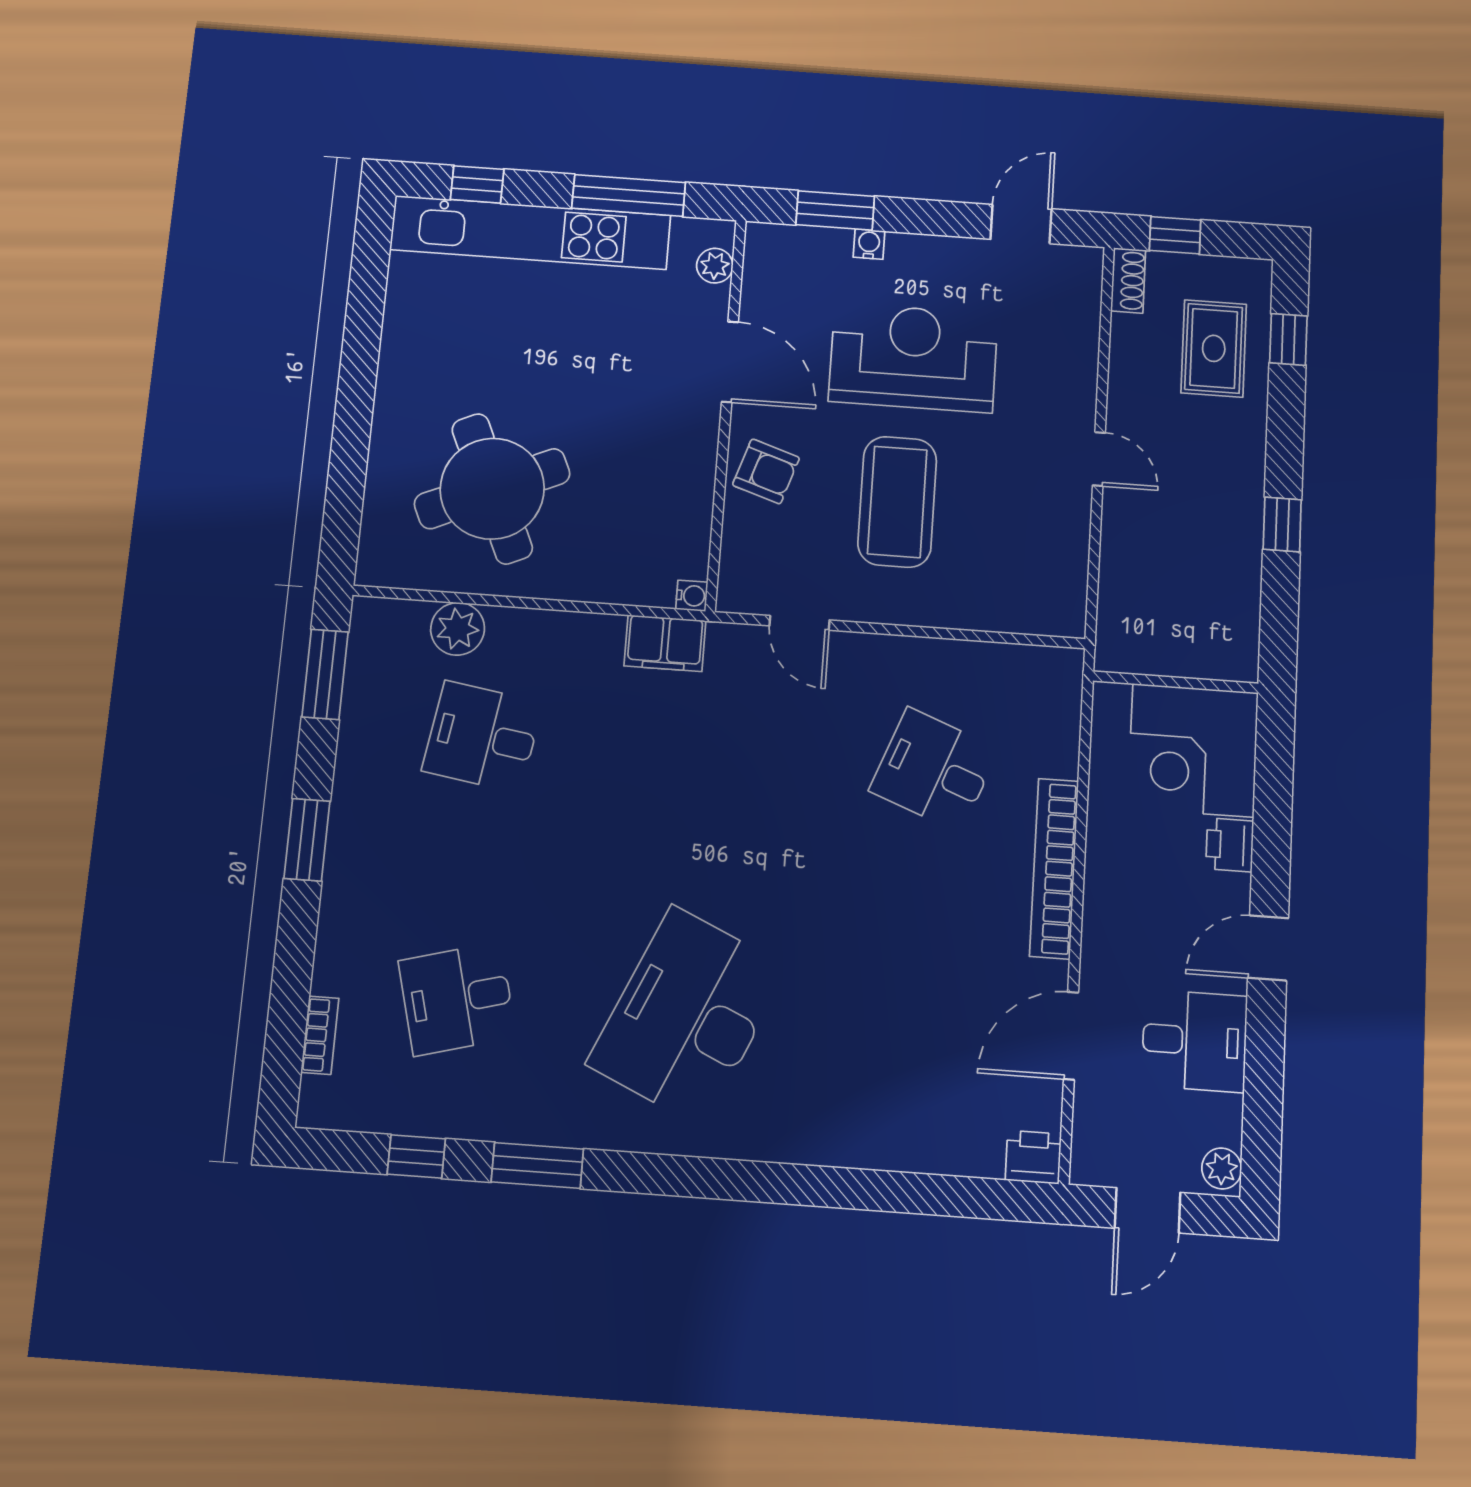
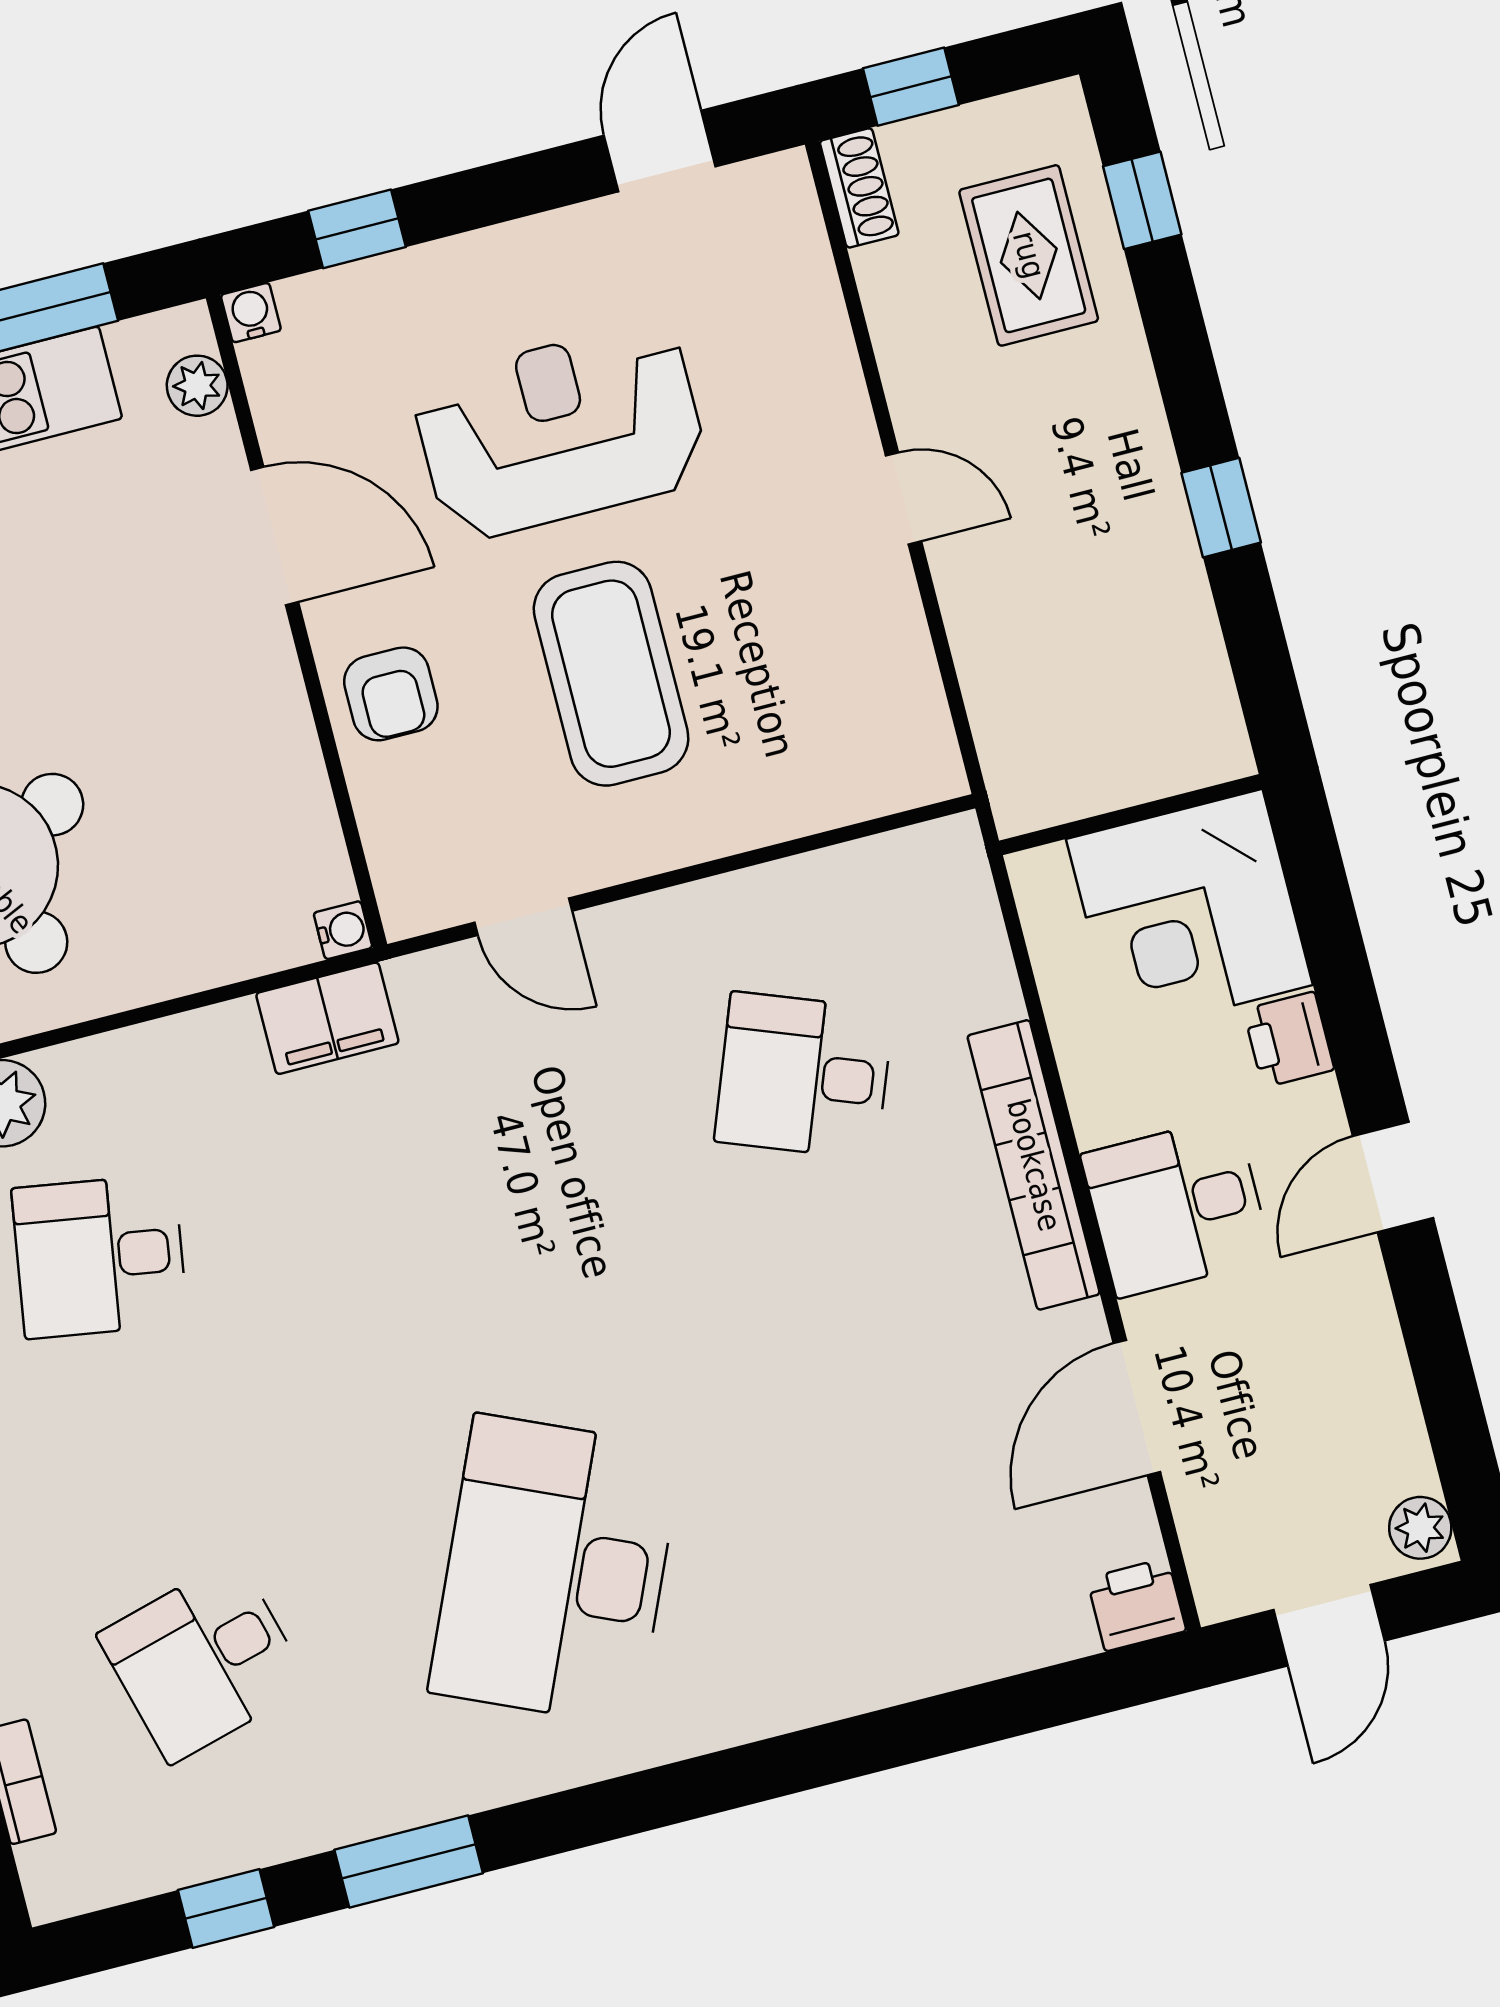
window: (835, 210) -> (357, 229), width x0.67
water cooler: (869, 244) -> (251, 313), moved
armchair: (766, 471) -> (391, 694), turned 72
desk: (1195, 1041) -> (1177, 1207), moved, turned 180

